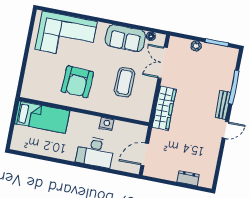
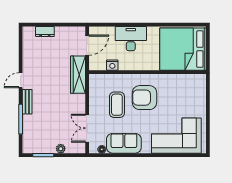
double door: (163, 63) -> (87, 128), swing flipped
armchair: (77, 82) -> (144, 98), moved, turned -93
wardrobe: (164, 108) -> (78, 75), moved
bed: (42, 117) -> (183, 49), width x2.04
nightstand: (107, 124) -> (112, 65), moved

